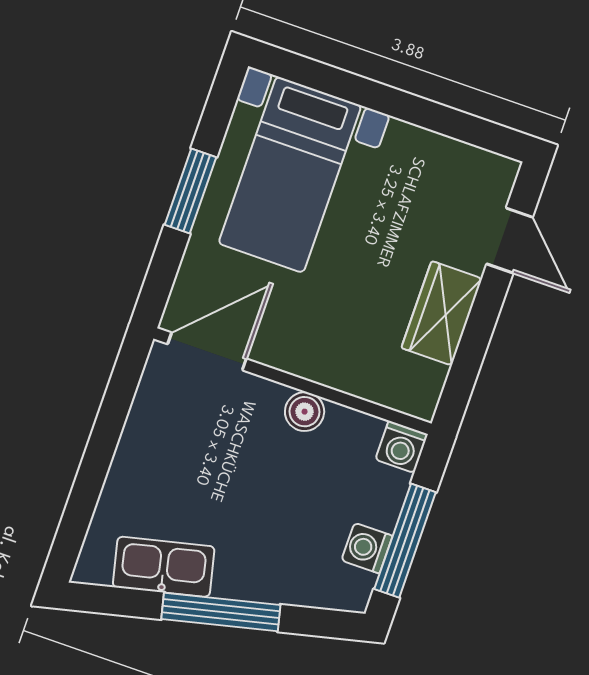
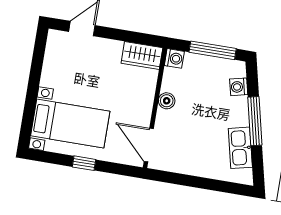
window: (191, 191) -> (84, 163), width x0.67
wardrobe: (442, 313) -> (142, 56), moved
washing machine: (367, 548) -> (239, 87), moved, turned 77

